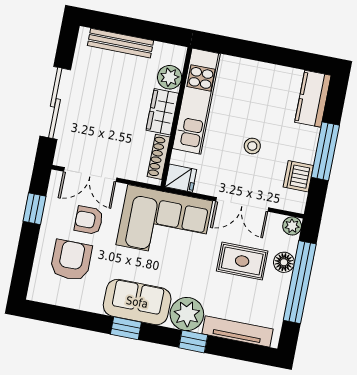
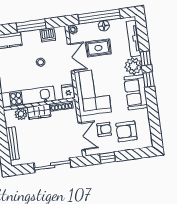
armchair: (89, 220) -> (104, 129), turned -90
rug: (242, 261) -> (98, 48), turned 90
floor lamp: (284, 262) -> (104, 26), moved
window: (126, 328) -> (149, 79), moved

